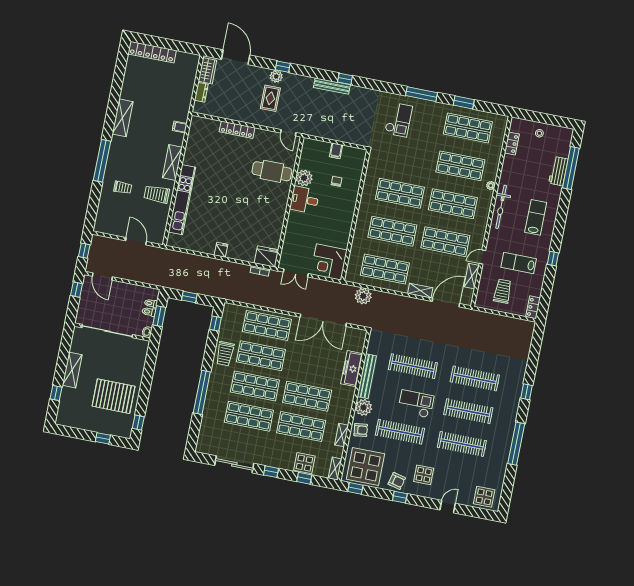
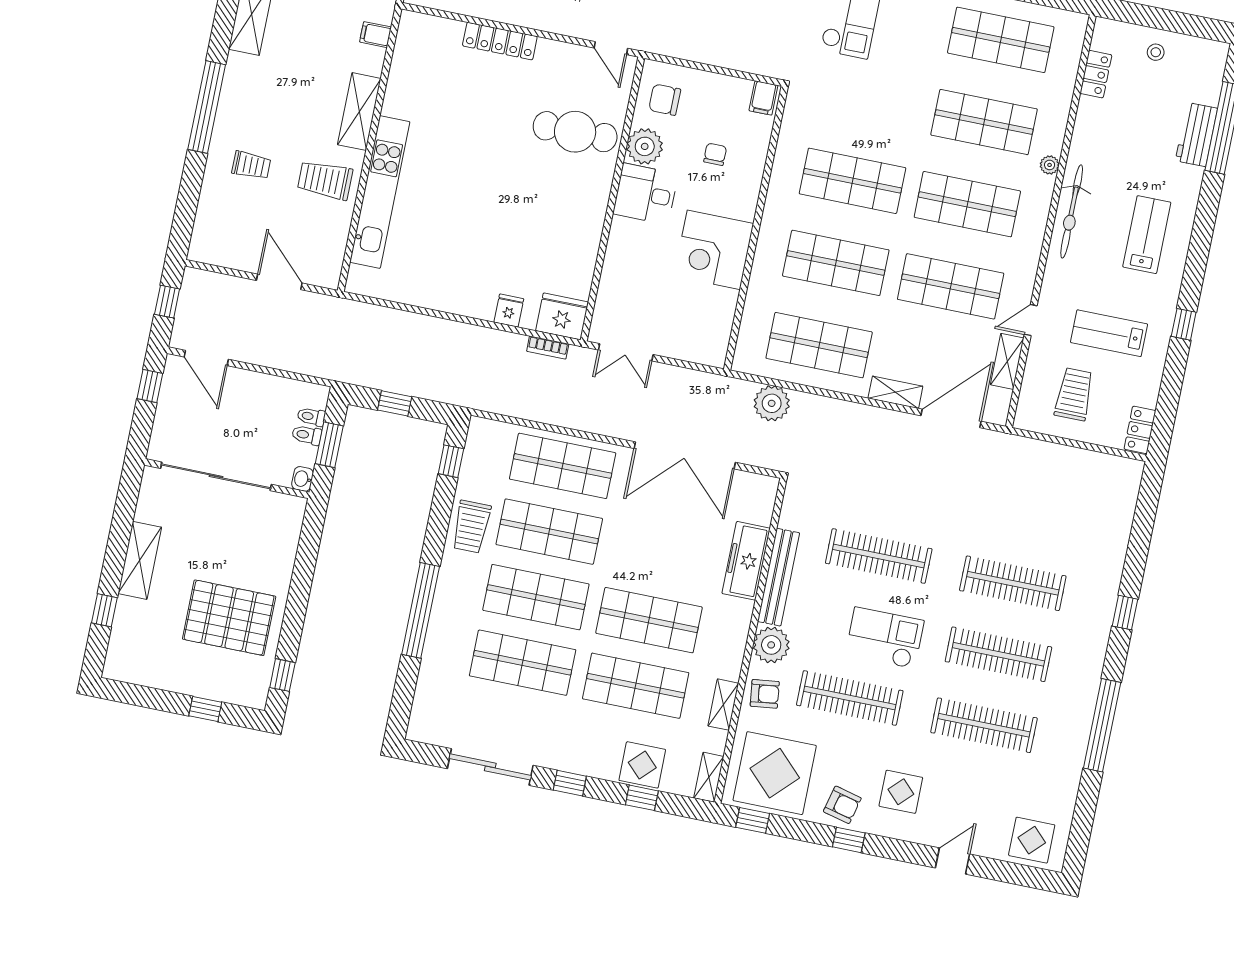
filing cabinet: (336, 151) -> (763, 98), moved
chair: (313, 156) -> (665, 100), added
fridge: (221, 250) -> (509, 310), moved
corner desk: (329, 262) -> (714, 250), moved

